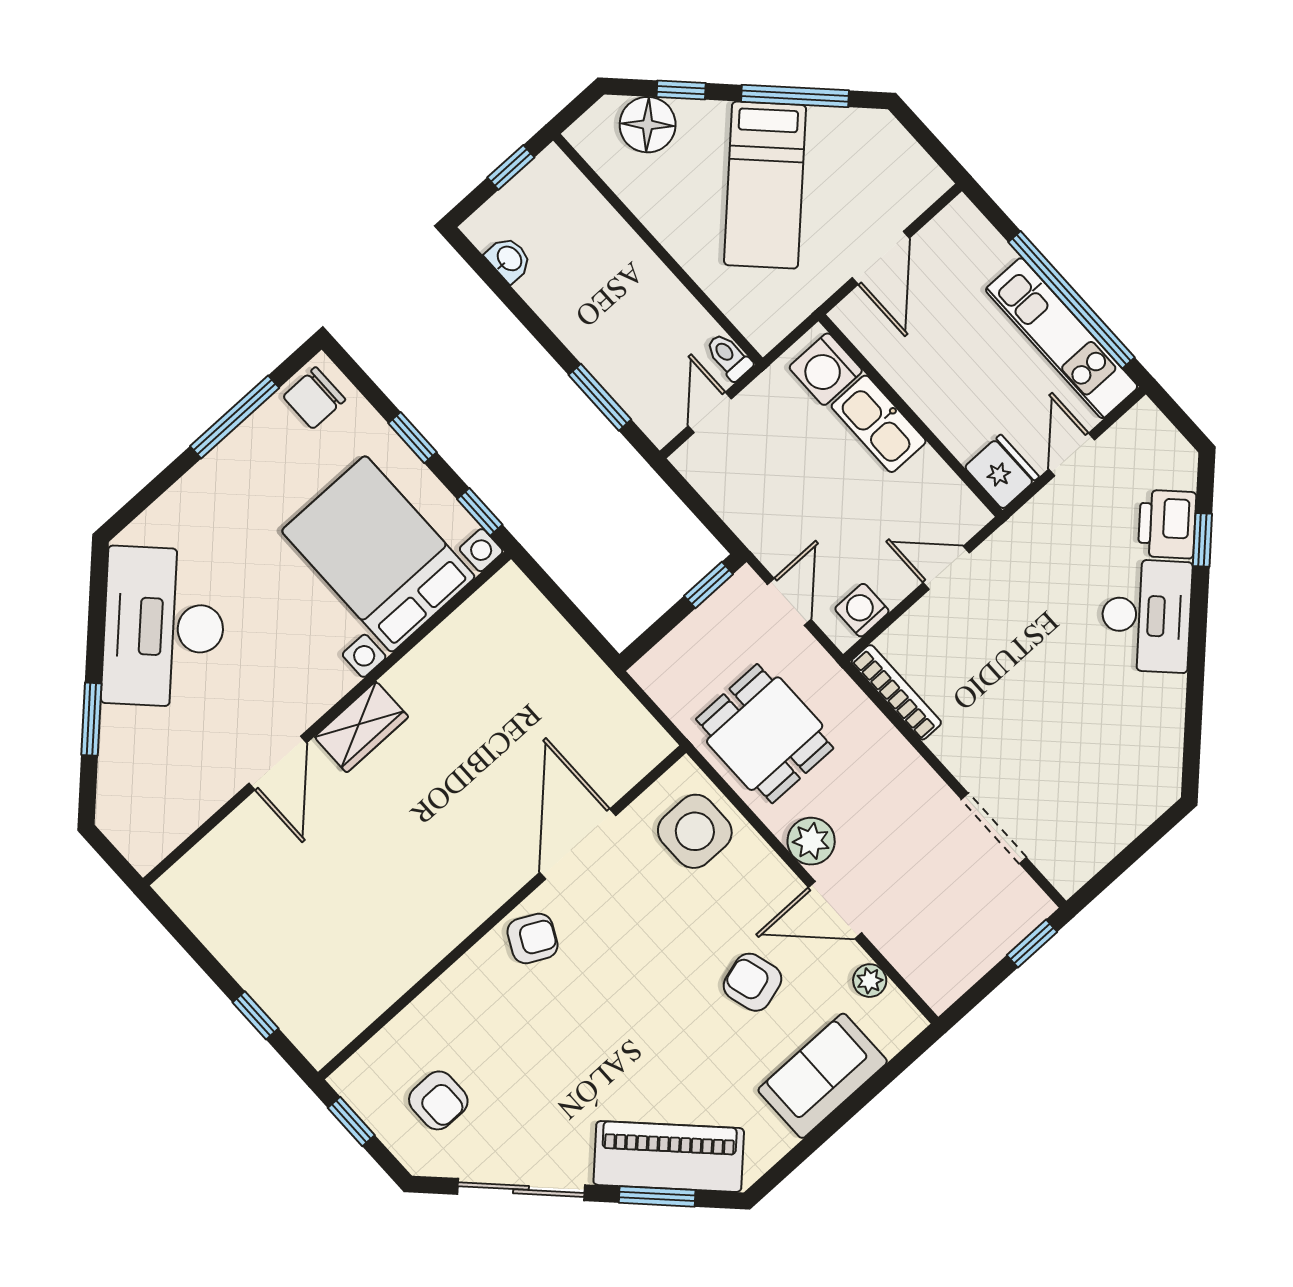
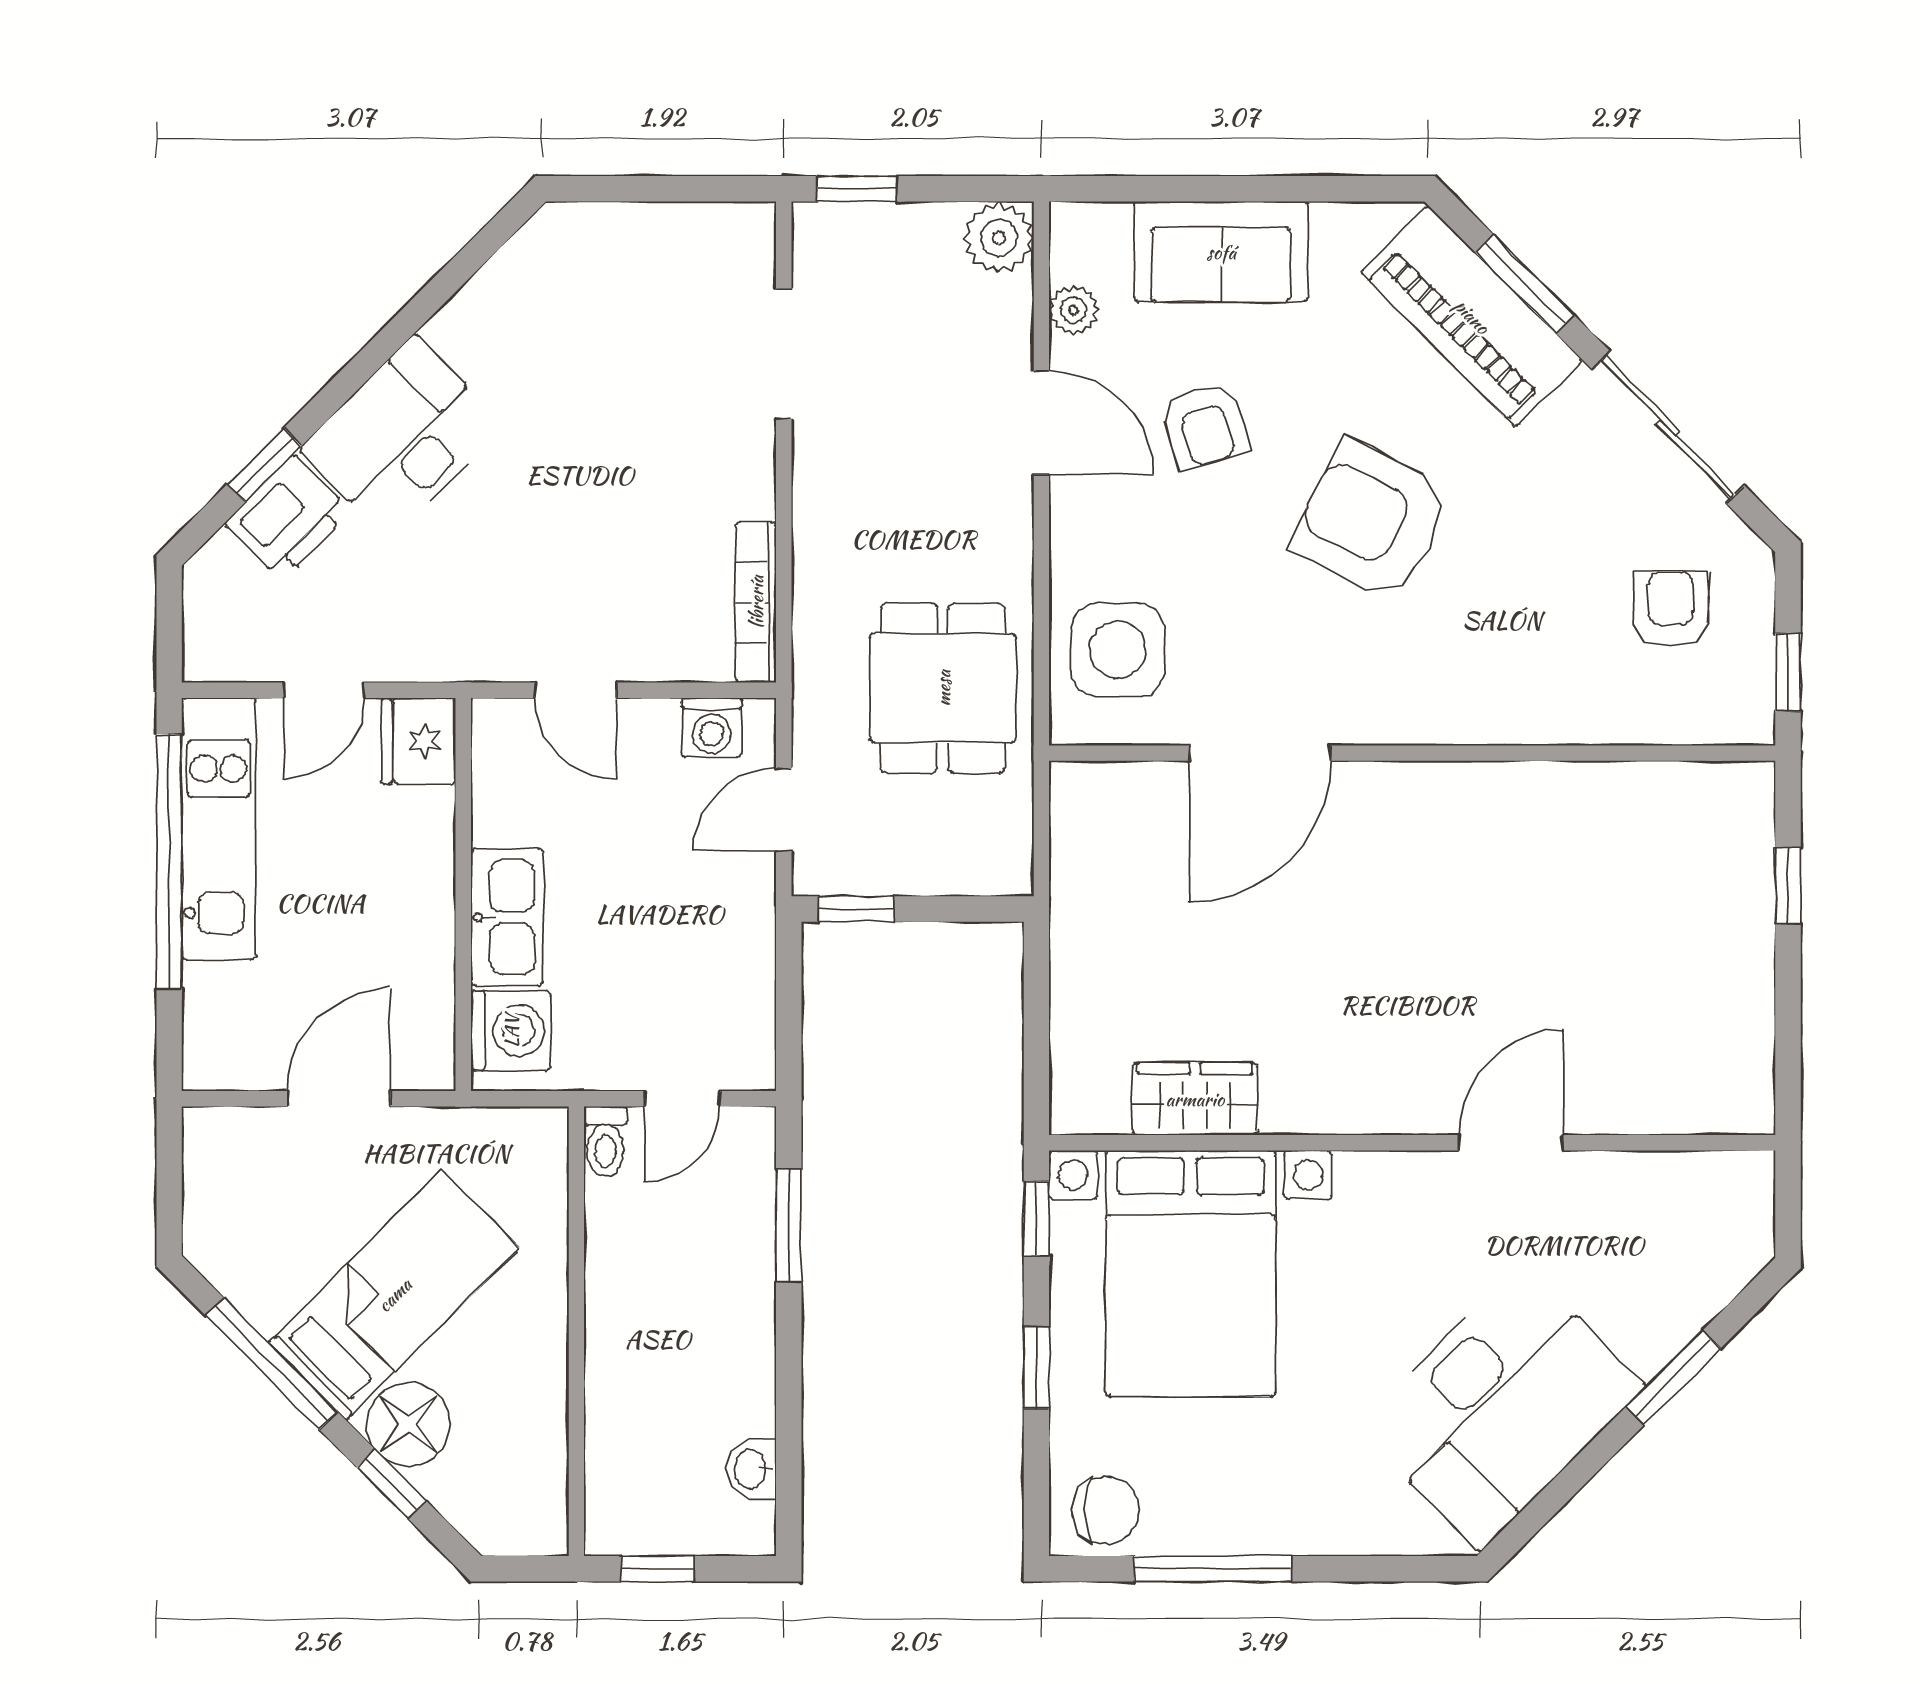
floor lamp: (648, 125) -> (408, 1424), moved
wardrobe: (361, 727) -> (1195, 1099), moved
plant: (811, 841) -> (999, 238), moved
armchair: (532, 938) -> (1372, 520), moved, width x1.88, depth x1.88

